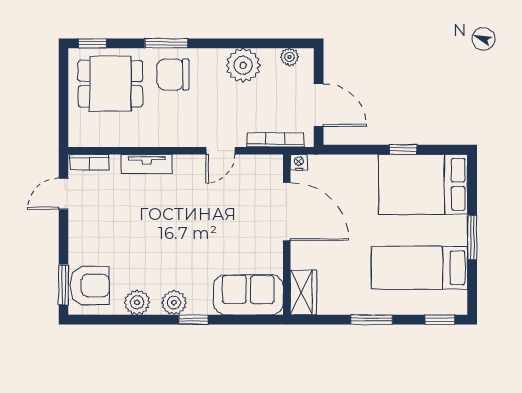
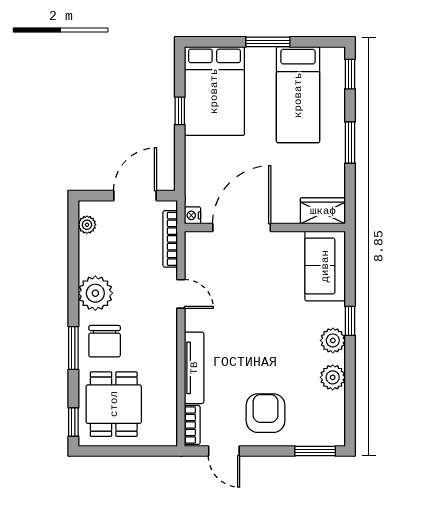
plant: (243, 65) -> (95, 293), moved
tv unit: (147, 164) -> (194, 368), width x1.41
armchair: (90, 285) -> (266, 413), moved

